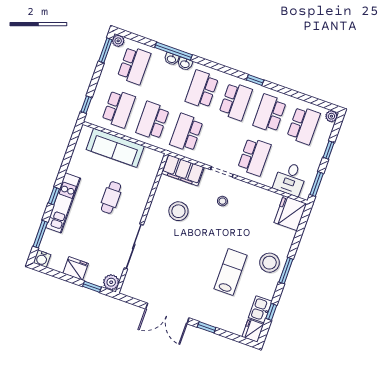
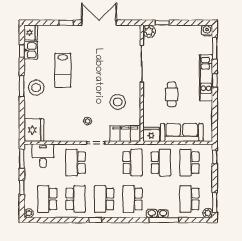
school desk: (202, 89) -> (132, 199), turned 180
fridge: (76, 268) -> (151, 134), moved, turned 180

